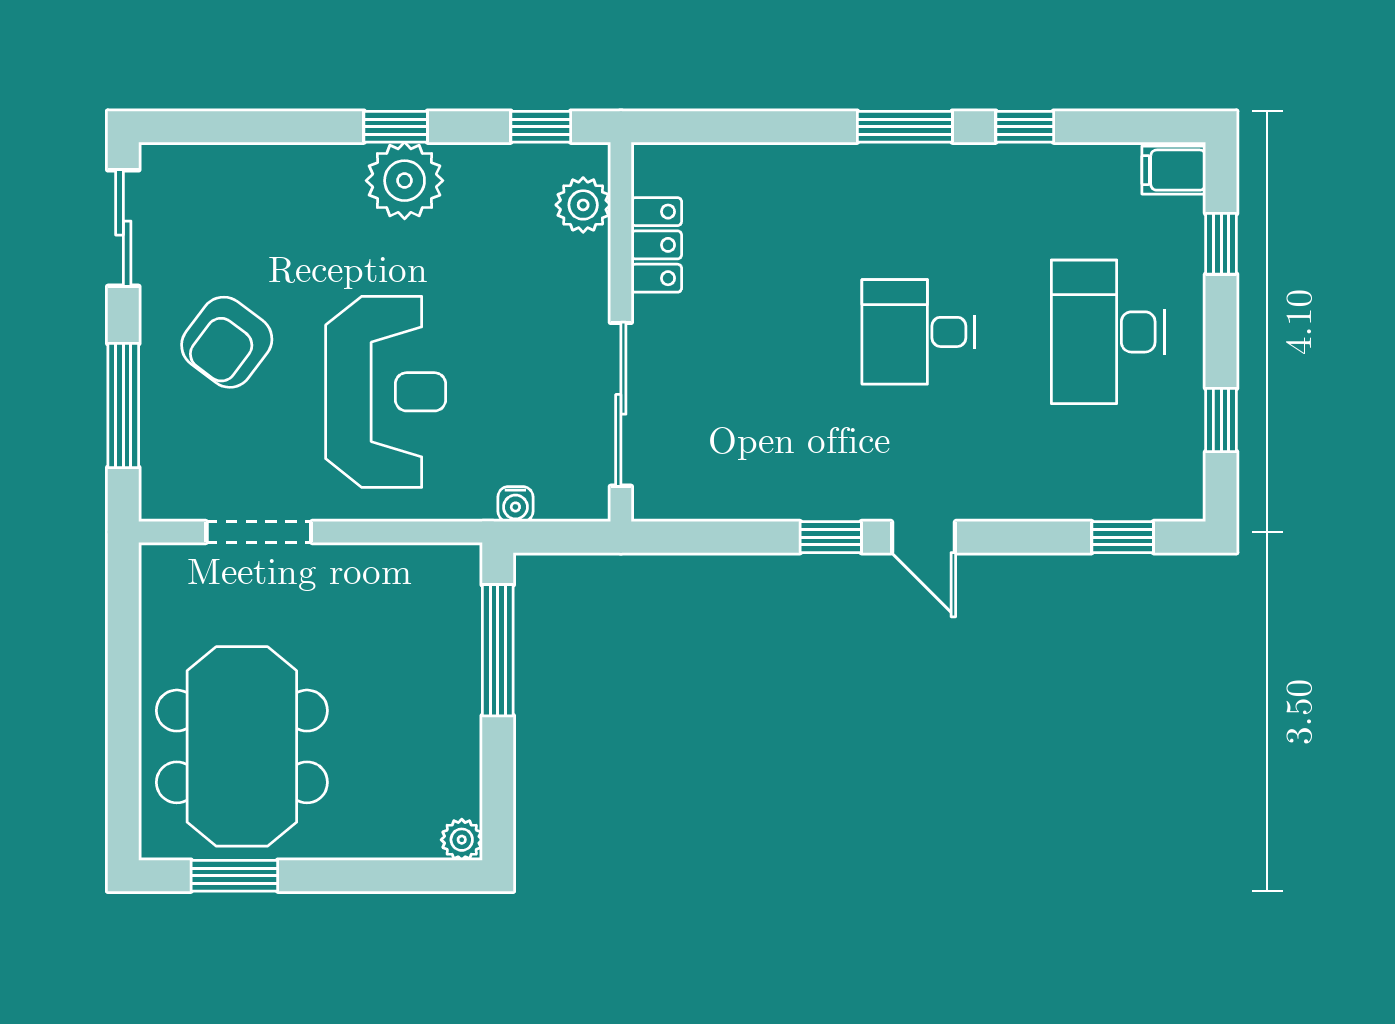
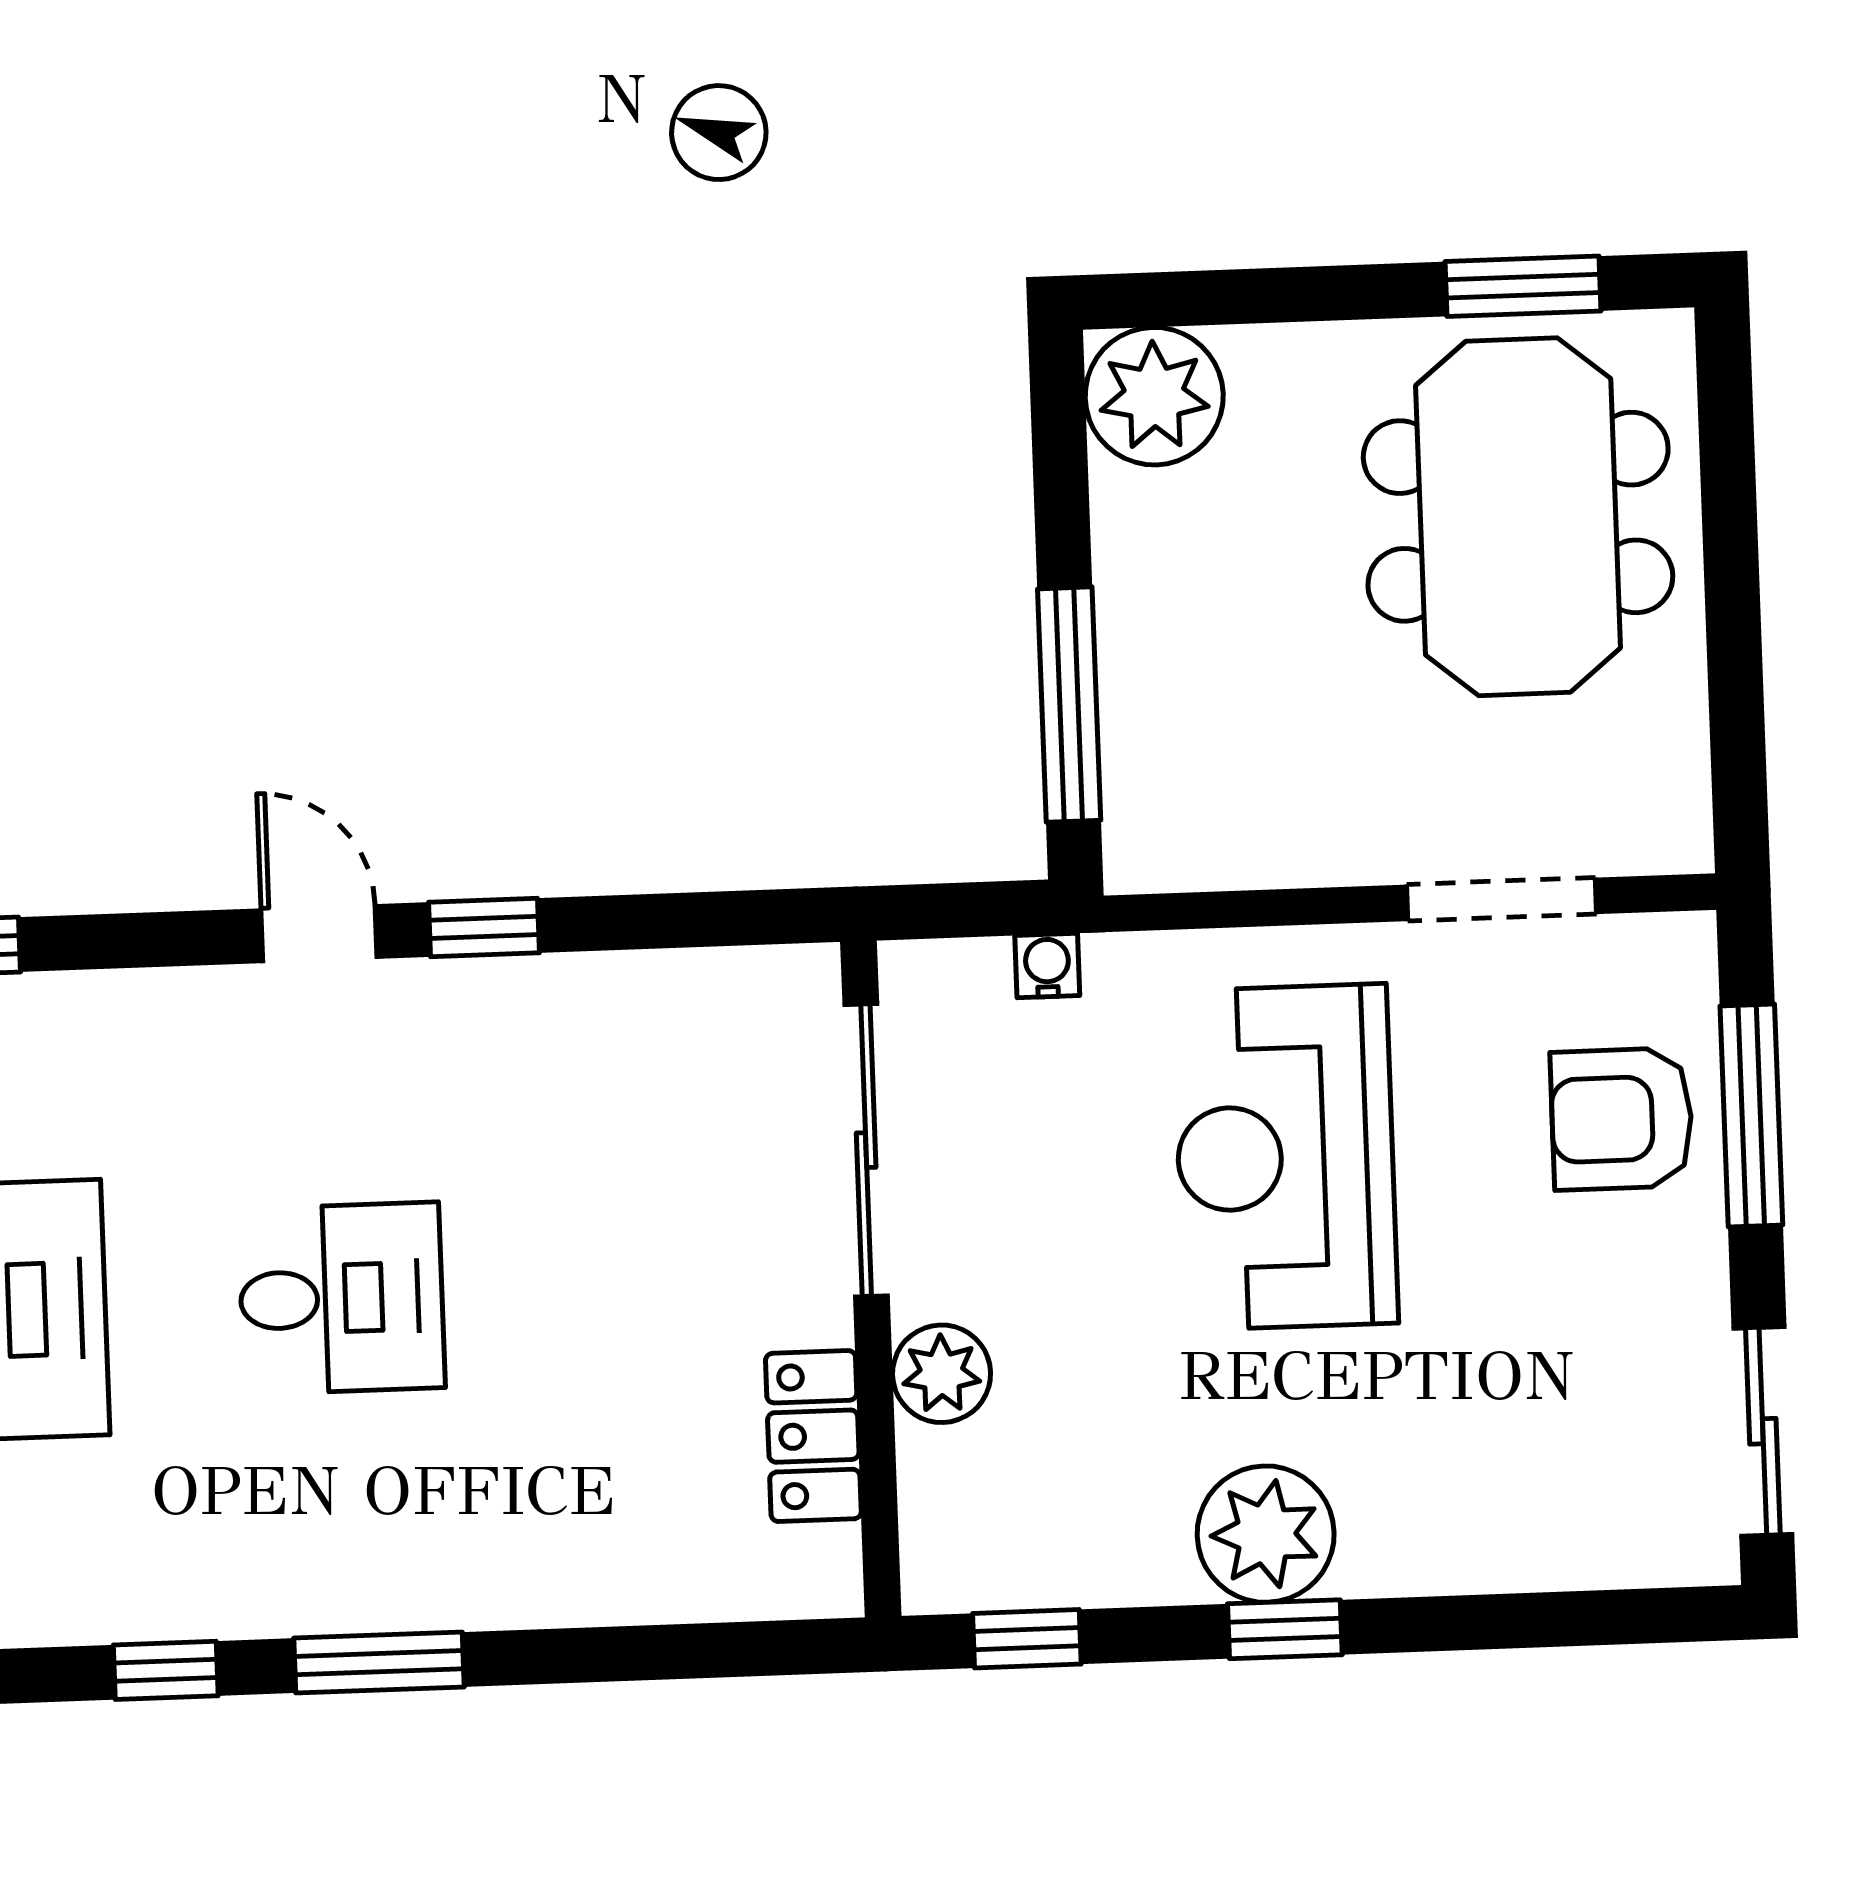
plant: (583, 205) -> (942, 1374), moved
armchair: (227, 342) -> (1622, 1119), moved, turned -127
plant: (462, 840) -> (1154, 396), width x1.88, depth x1.88

